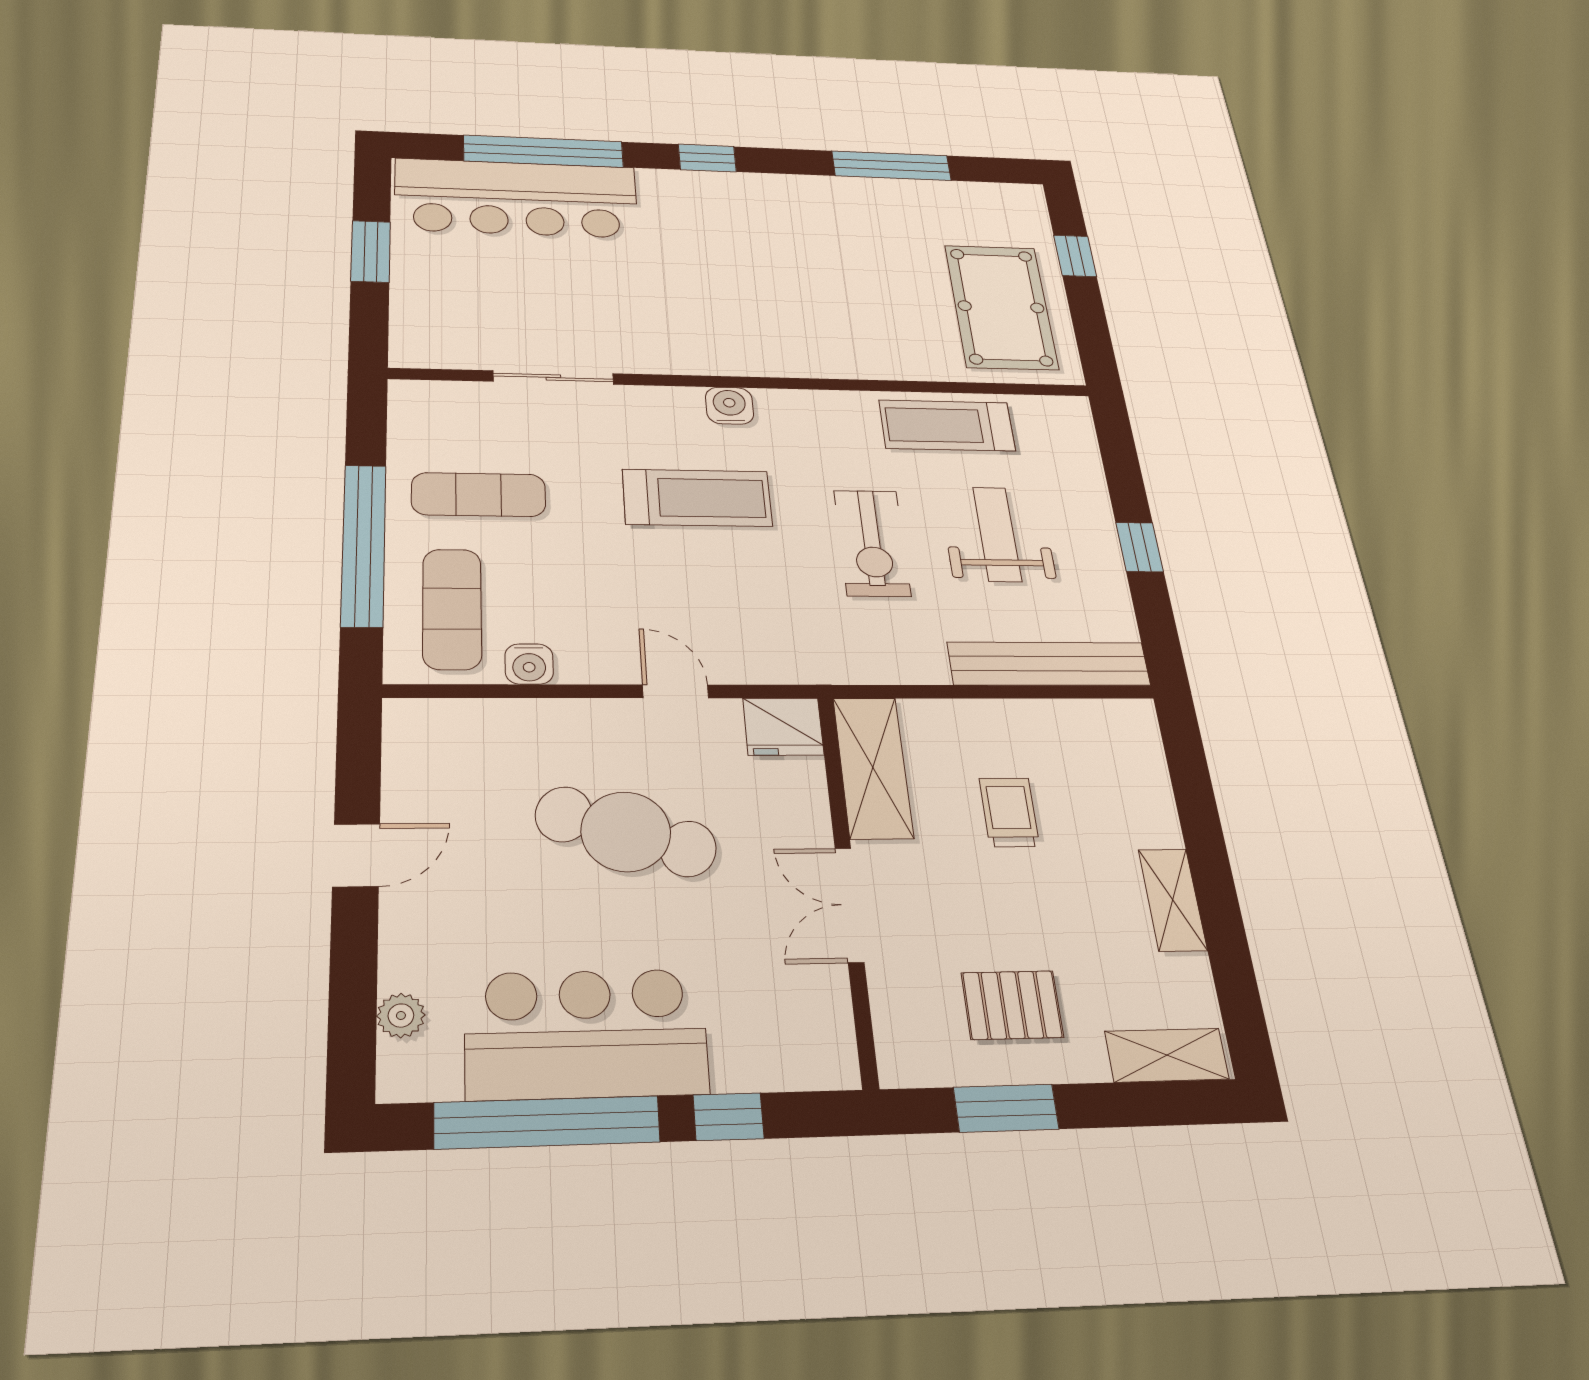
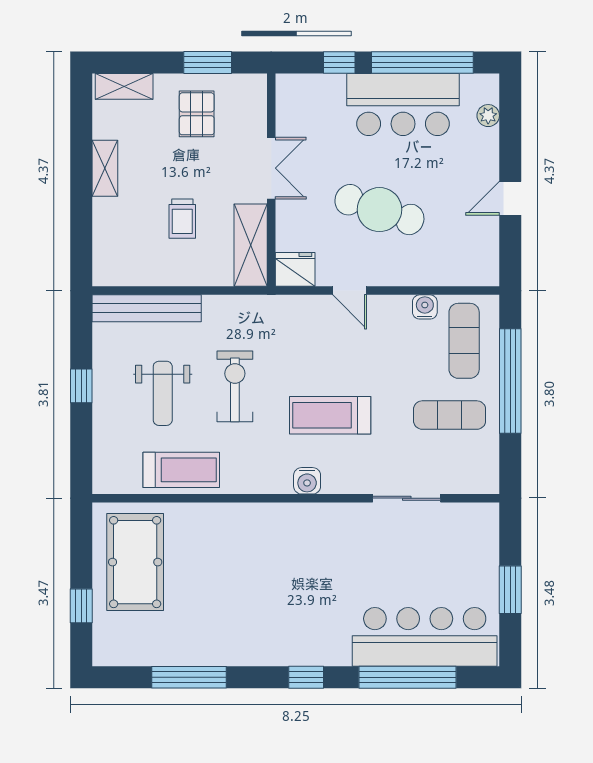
pallet: (1012, 1005) -> (197, 114), turned 90

